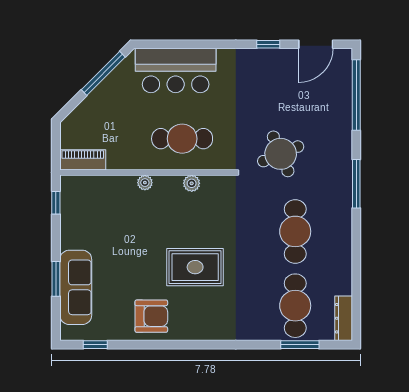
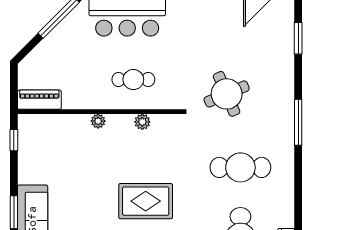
window: (356, 95) -> (298, 38), width x0.47
cafe table: (182, 139) -> (133, 80), width x0.73, depth x0.74
cafe table: (295, 231) -> (240, 167), turned 90

